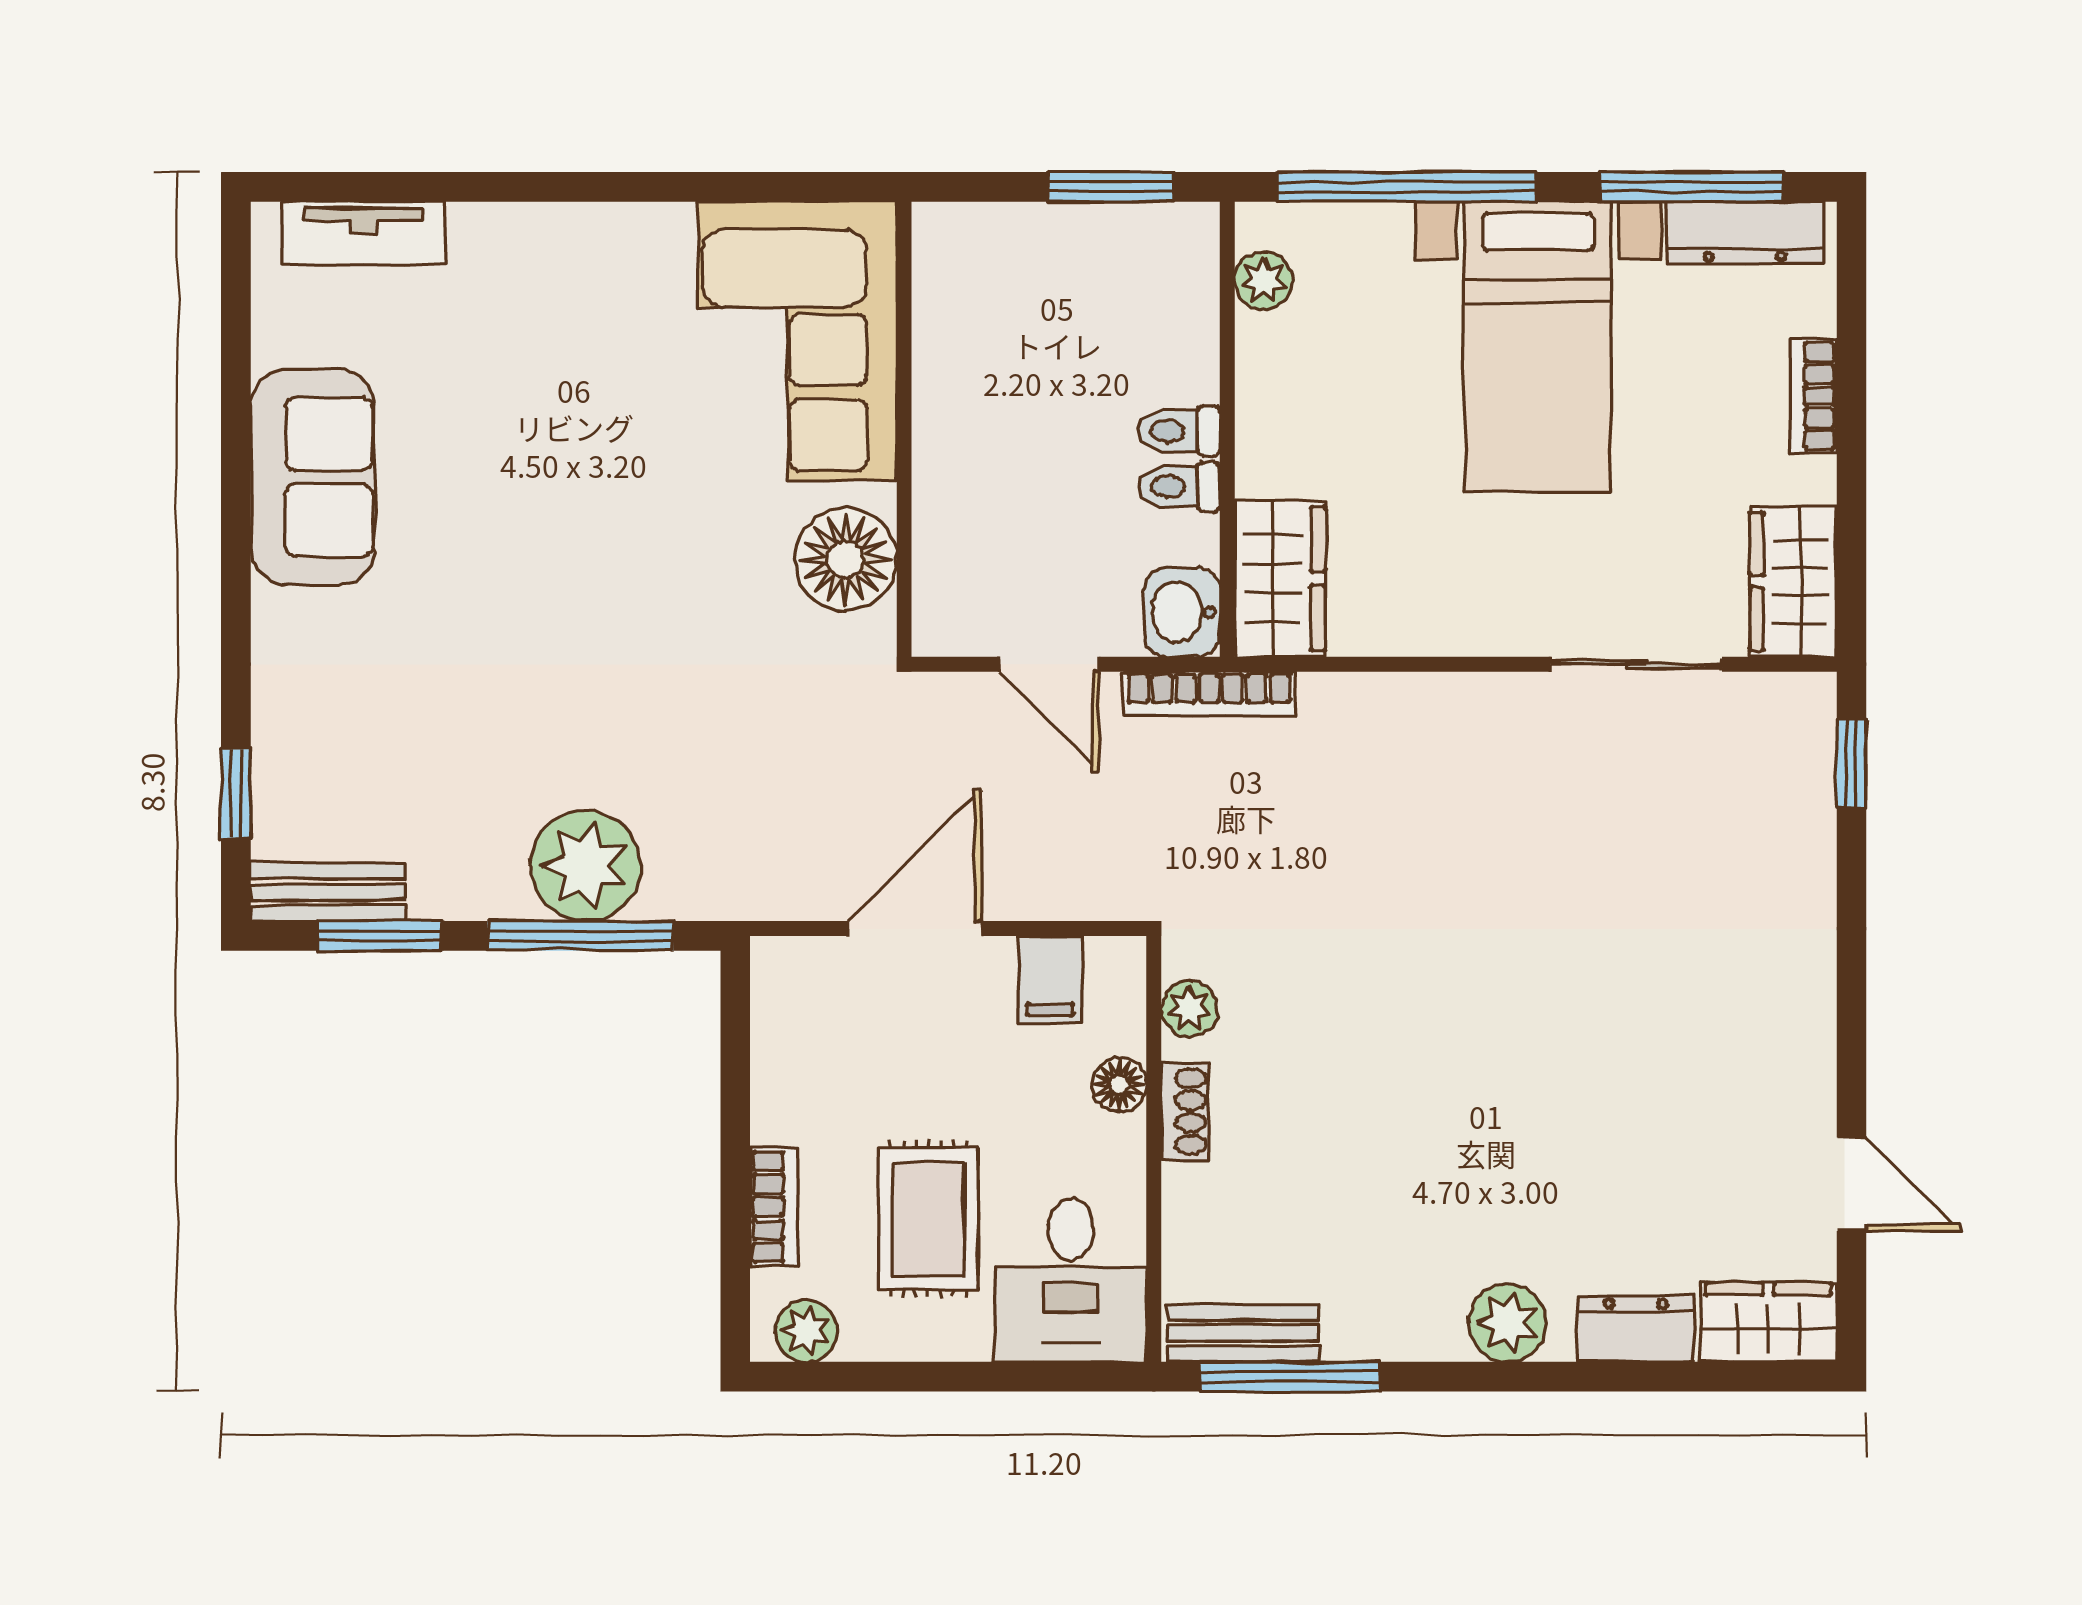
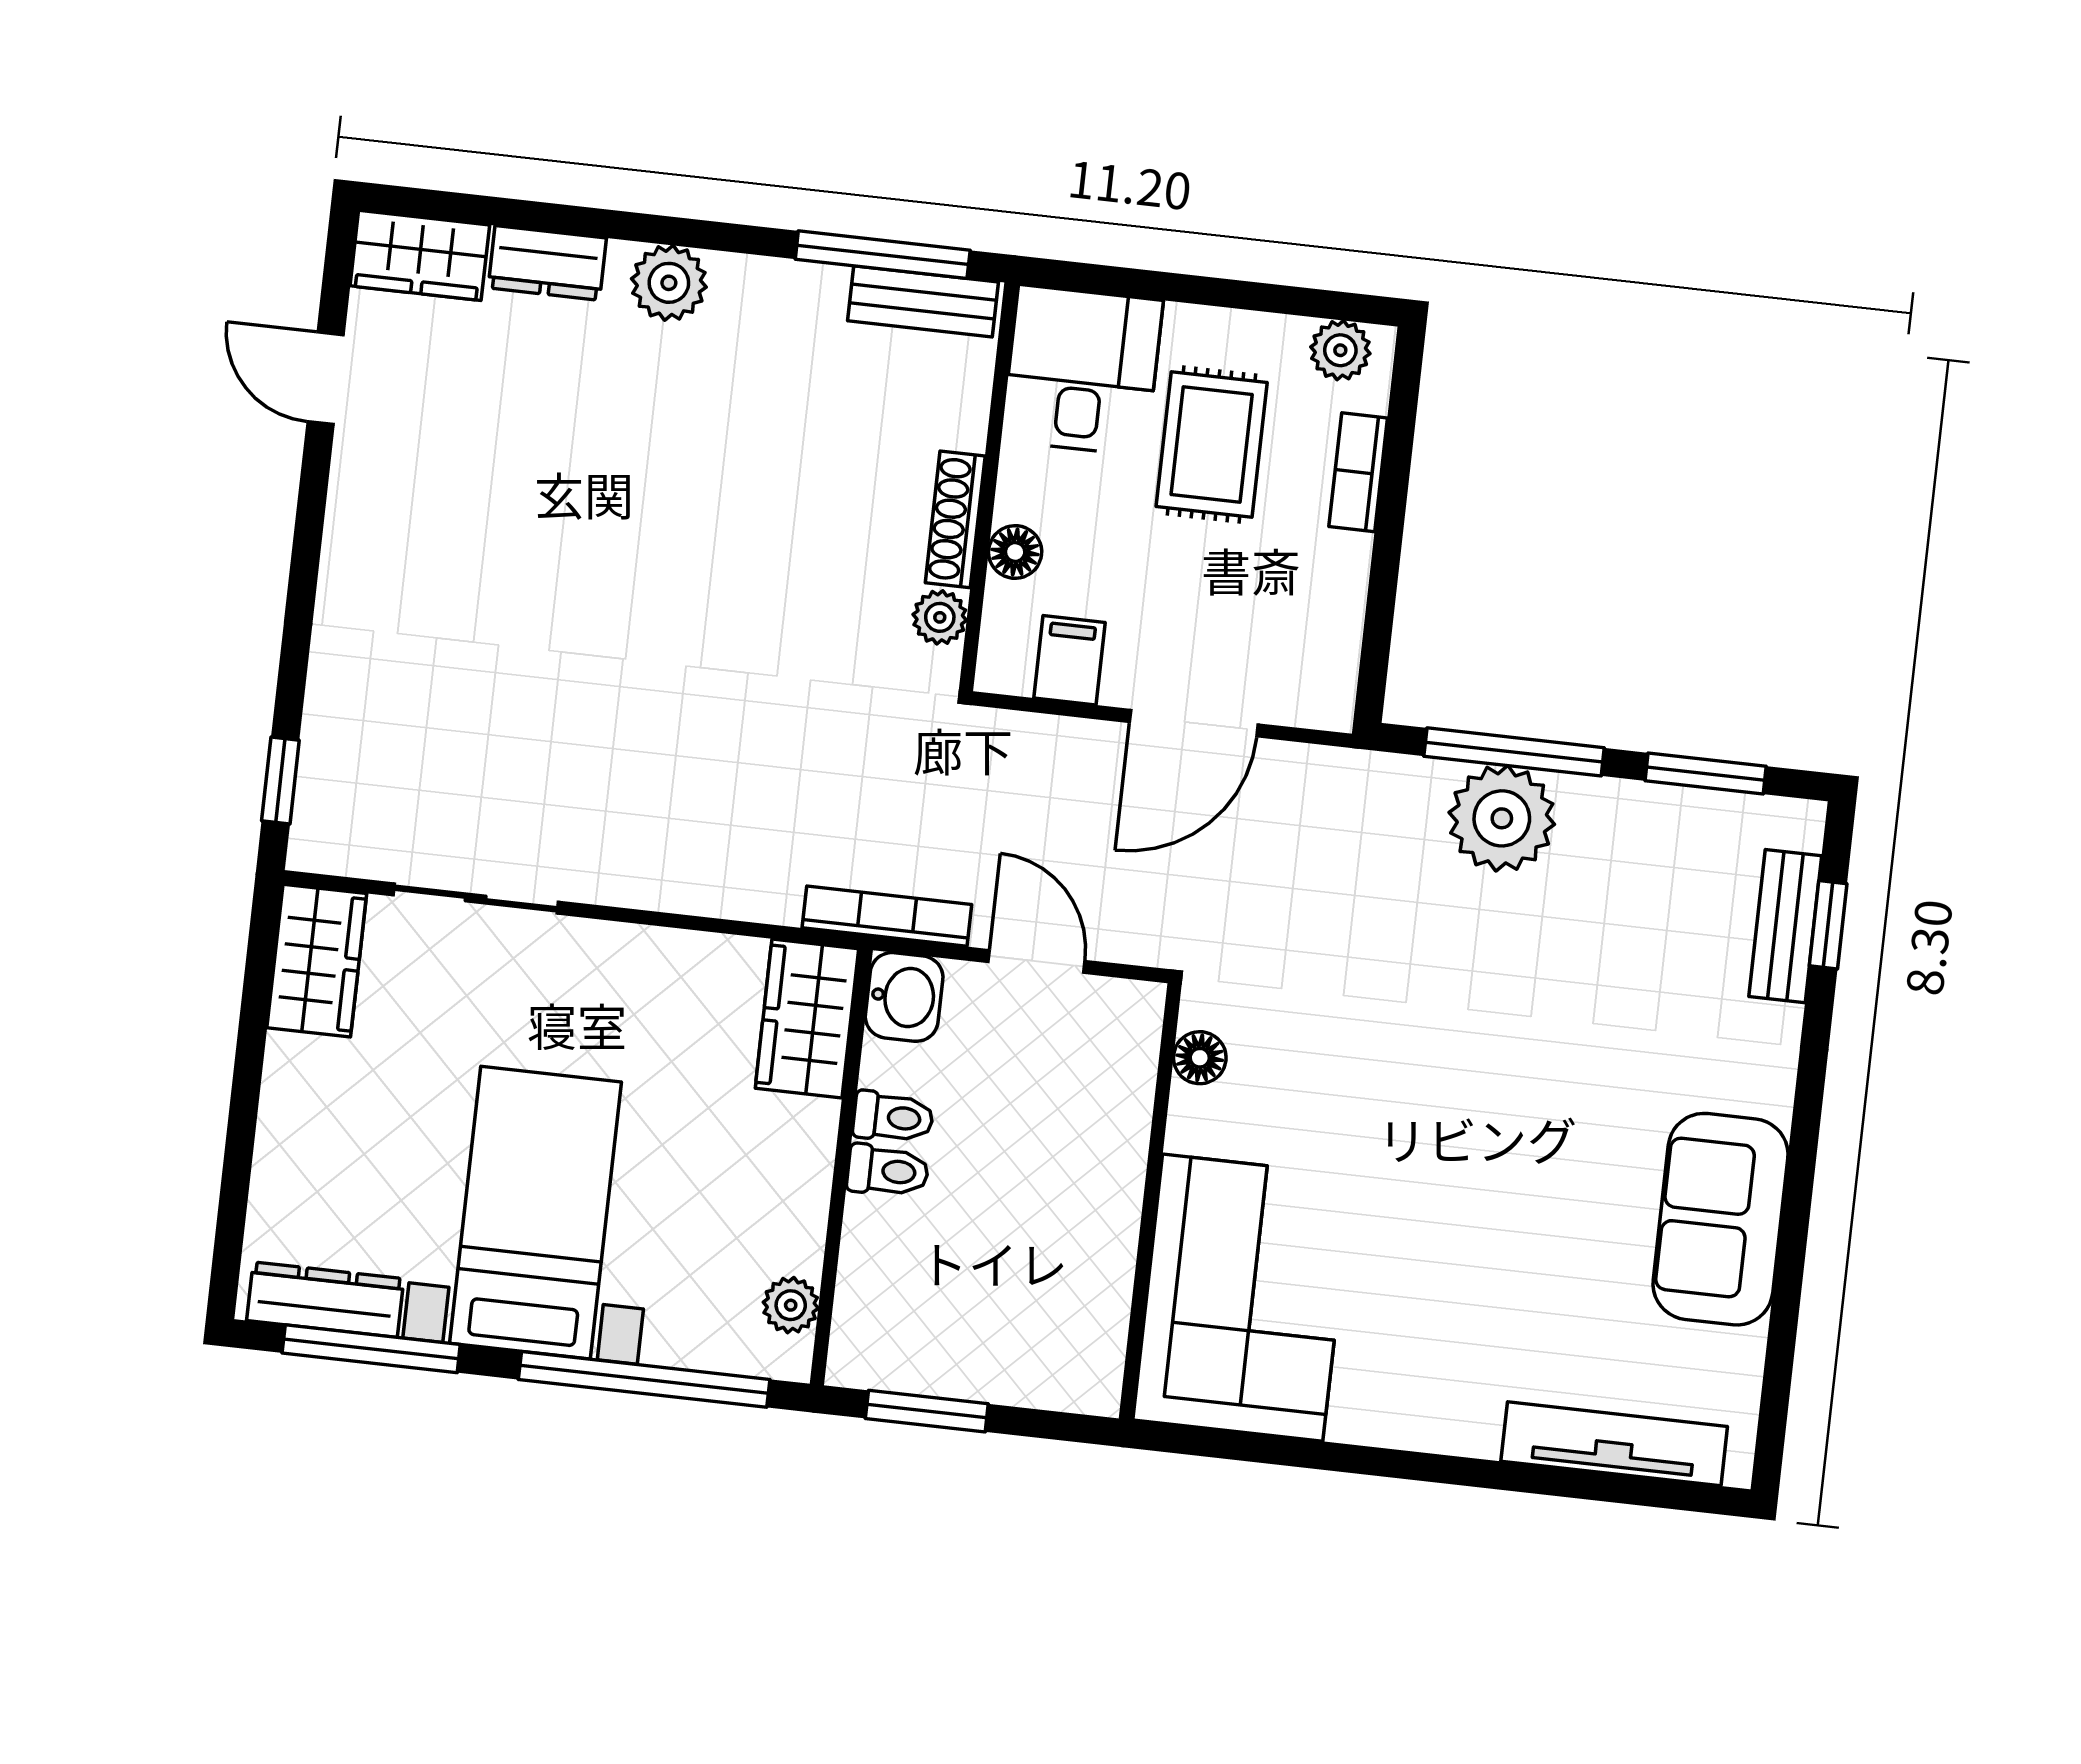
tv unit: (363, 233) -> (1614, 1444), width x1.41
bookcase: (1814, 396) -> (277, 1136), removed
floor lamp: (846, 560) -> (1200, 1058), width x0.53, depth x0.53
bench: (328, 892) -> (1785, 926), moved, turned 90
shoe rack: (1185, 1111) -> (955, 519), width x1.43

